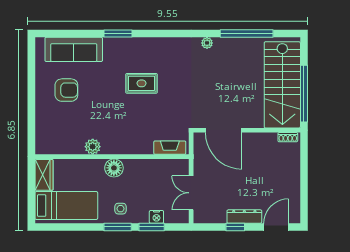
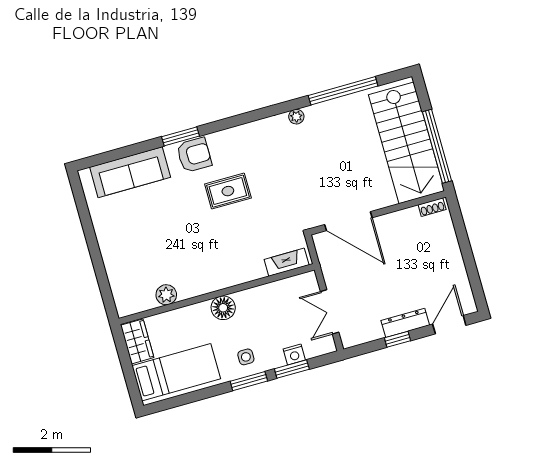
armchair: (66, 90) -> (194, 155), moved
plant: (93, 147) -> (166, 295), moved

